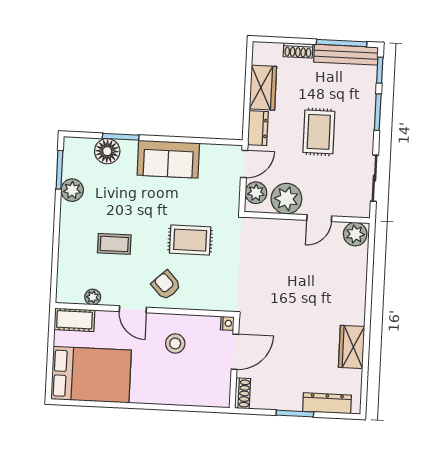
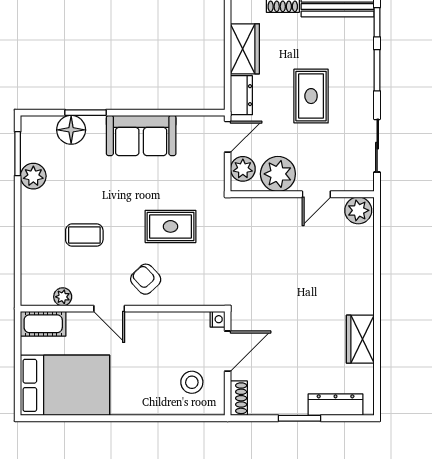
stool: (175, 343) -> (192, 382), moved

